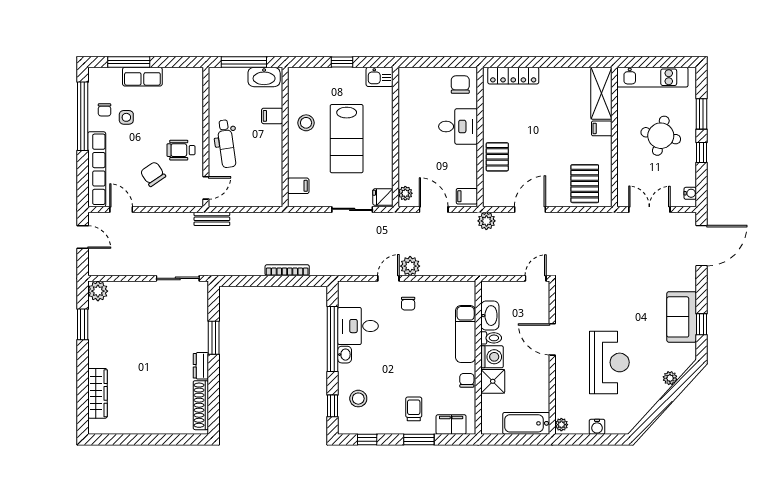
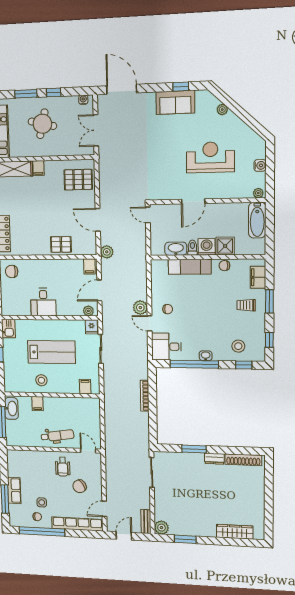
desk: (458, 126) -> (43, 302), moved, turned 180
bench: (212, 219) -> (146, 522), moved
desk: (358, 326) -> (166, 347), moved, turned 90

